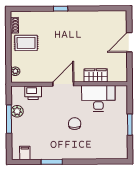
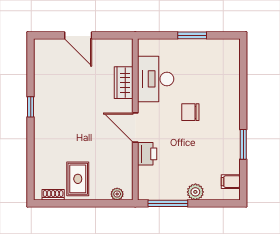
window: (61, 9) -> (31, 107), moved
printer: (33, 93) -> (147, 154), moved
plant: (17, 111) -> (195, 192), moved
window: (9, 119) -> (168, 203), moved

